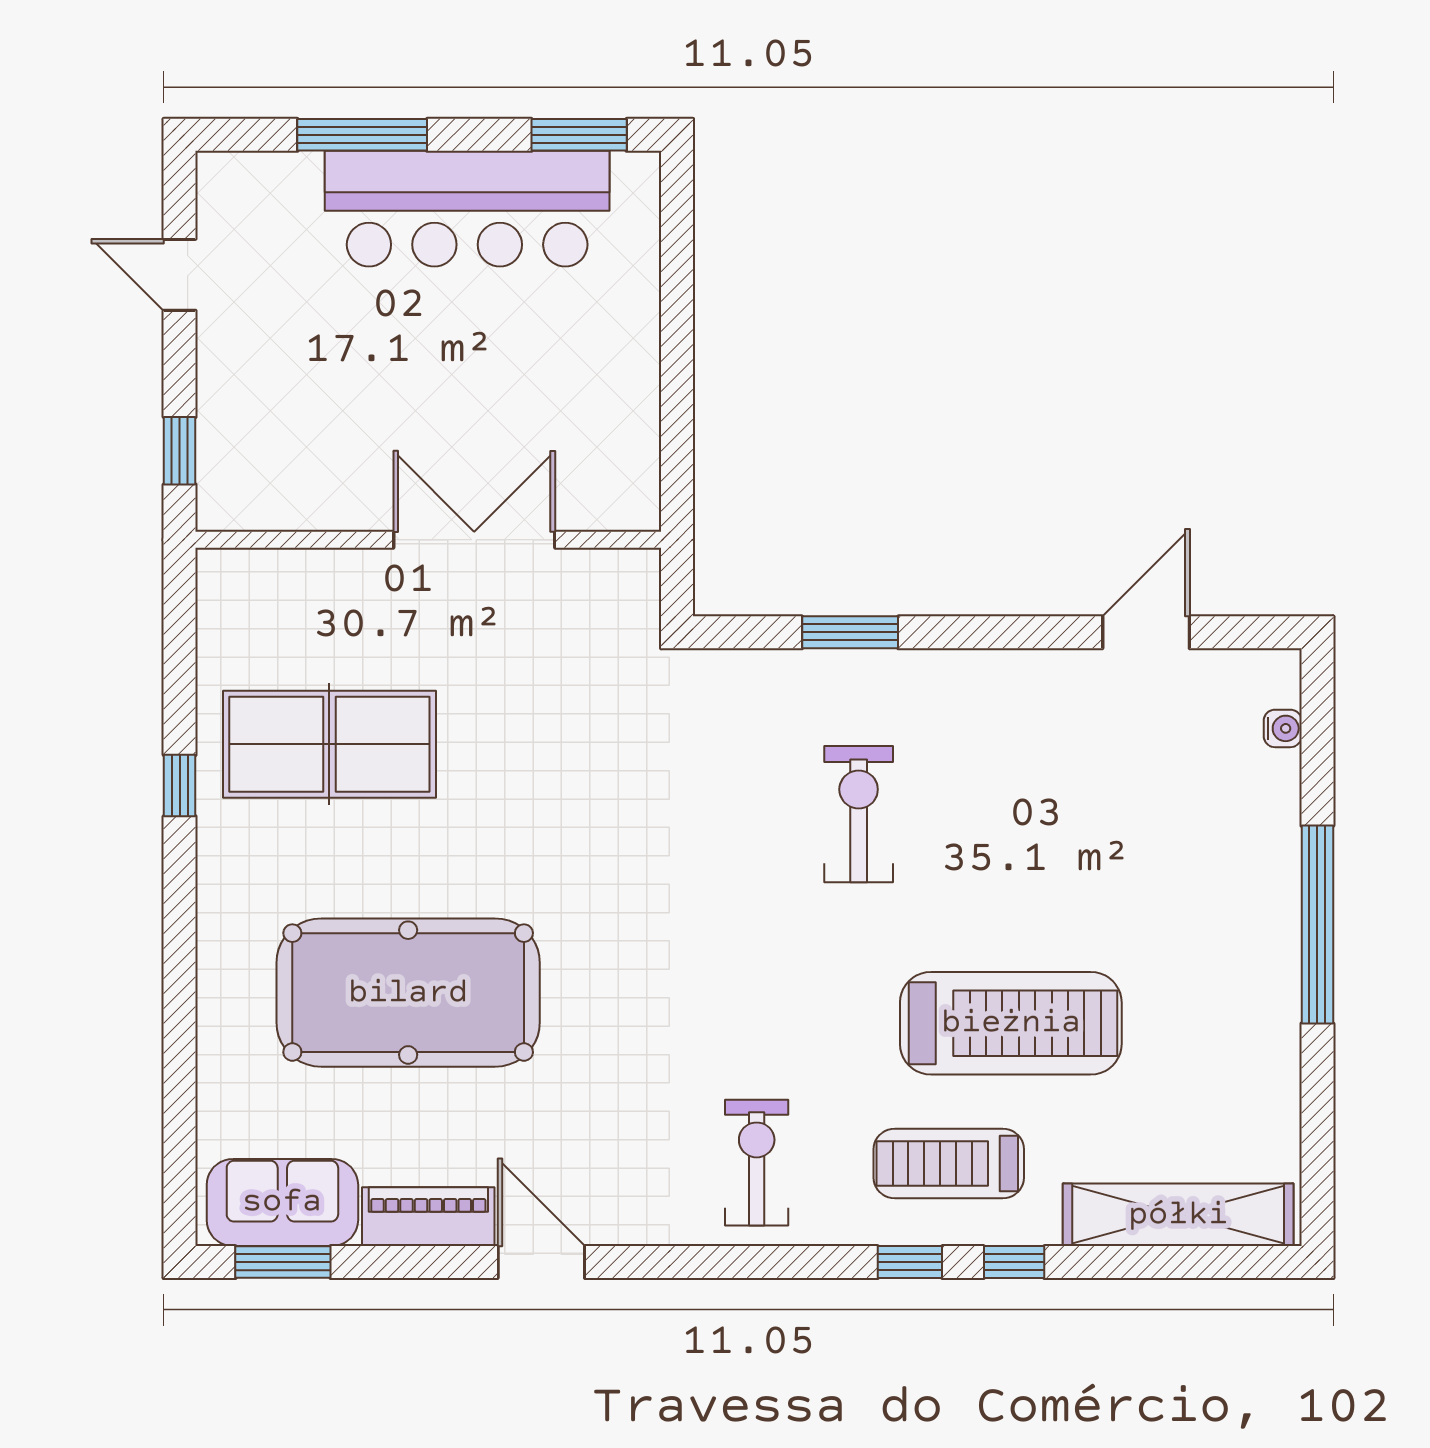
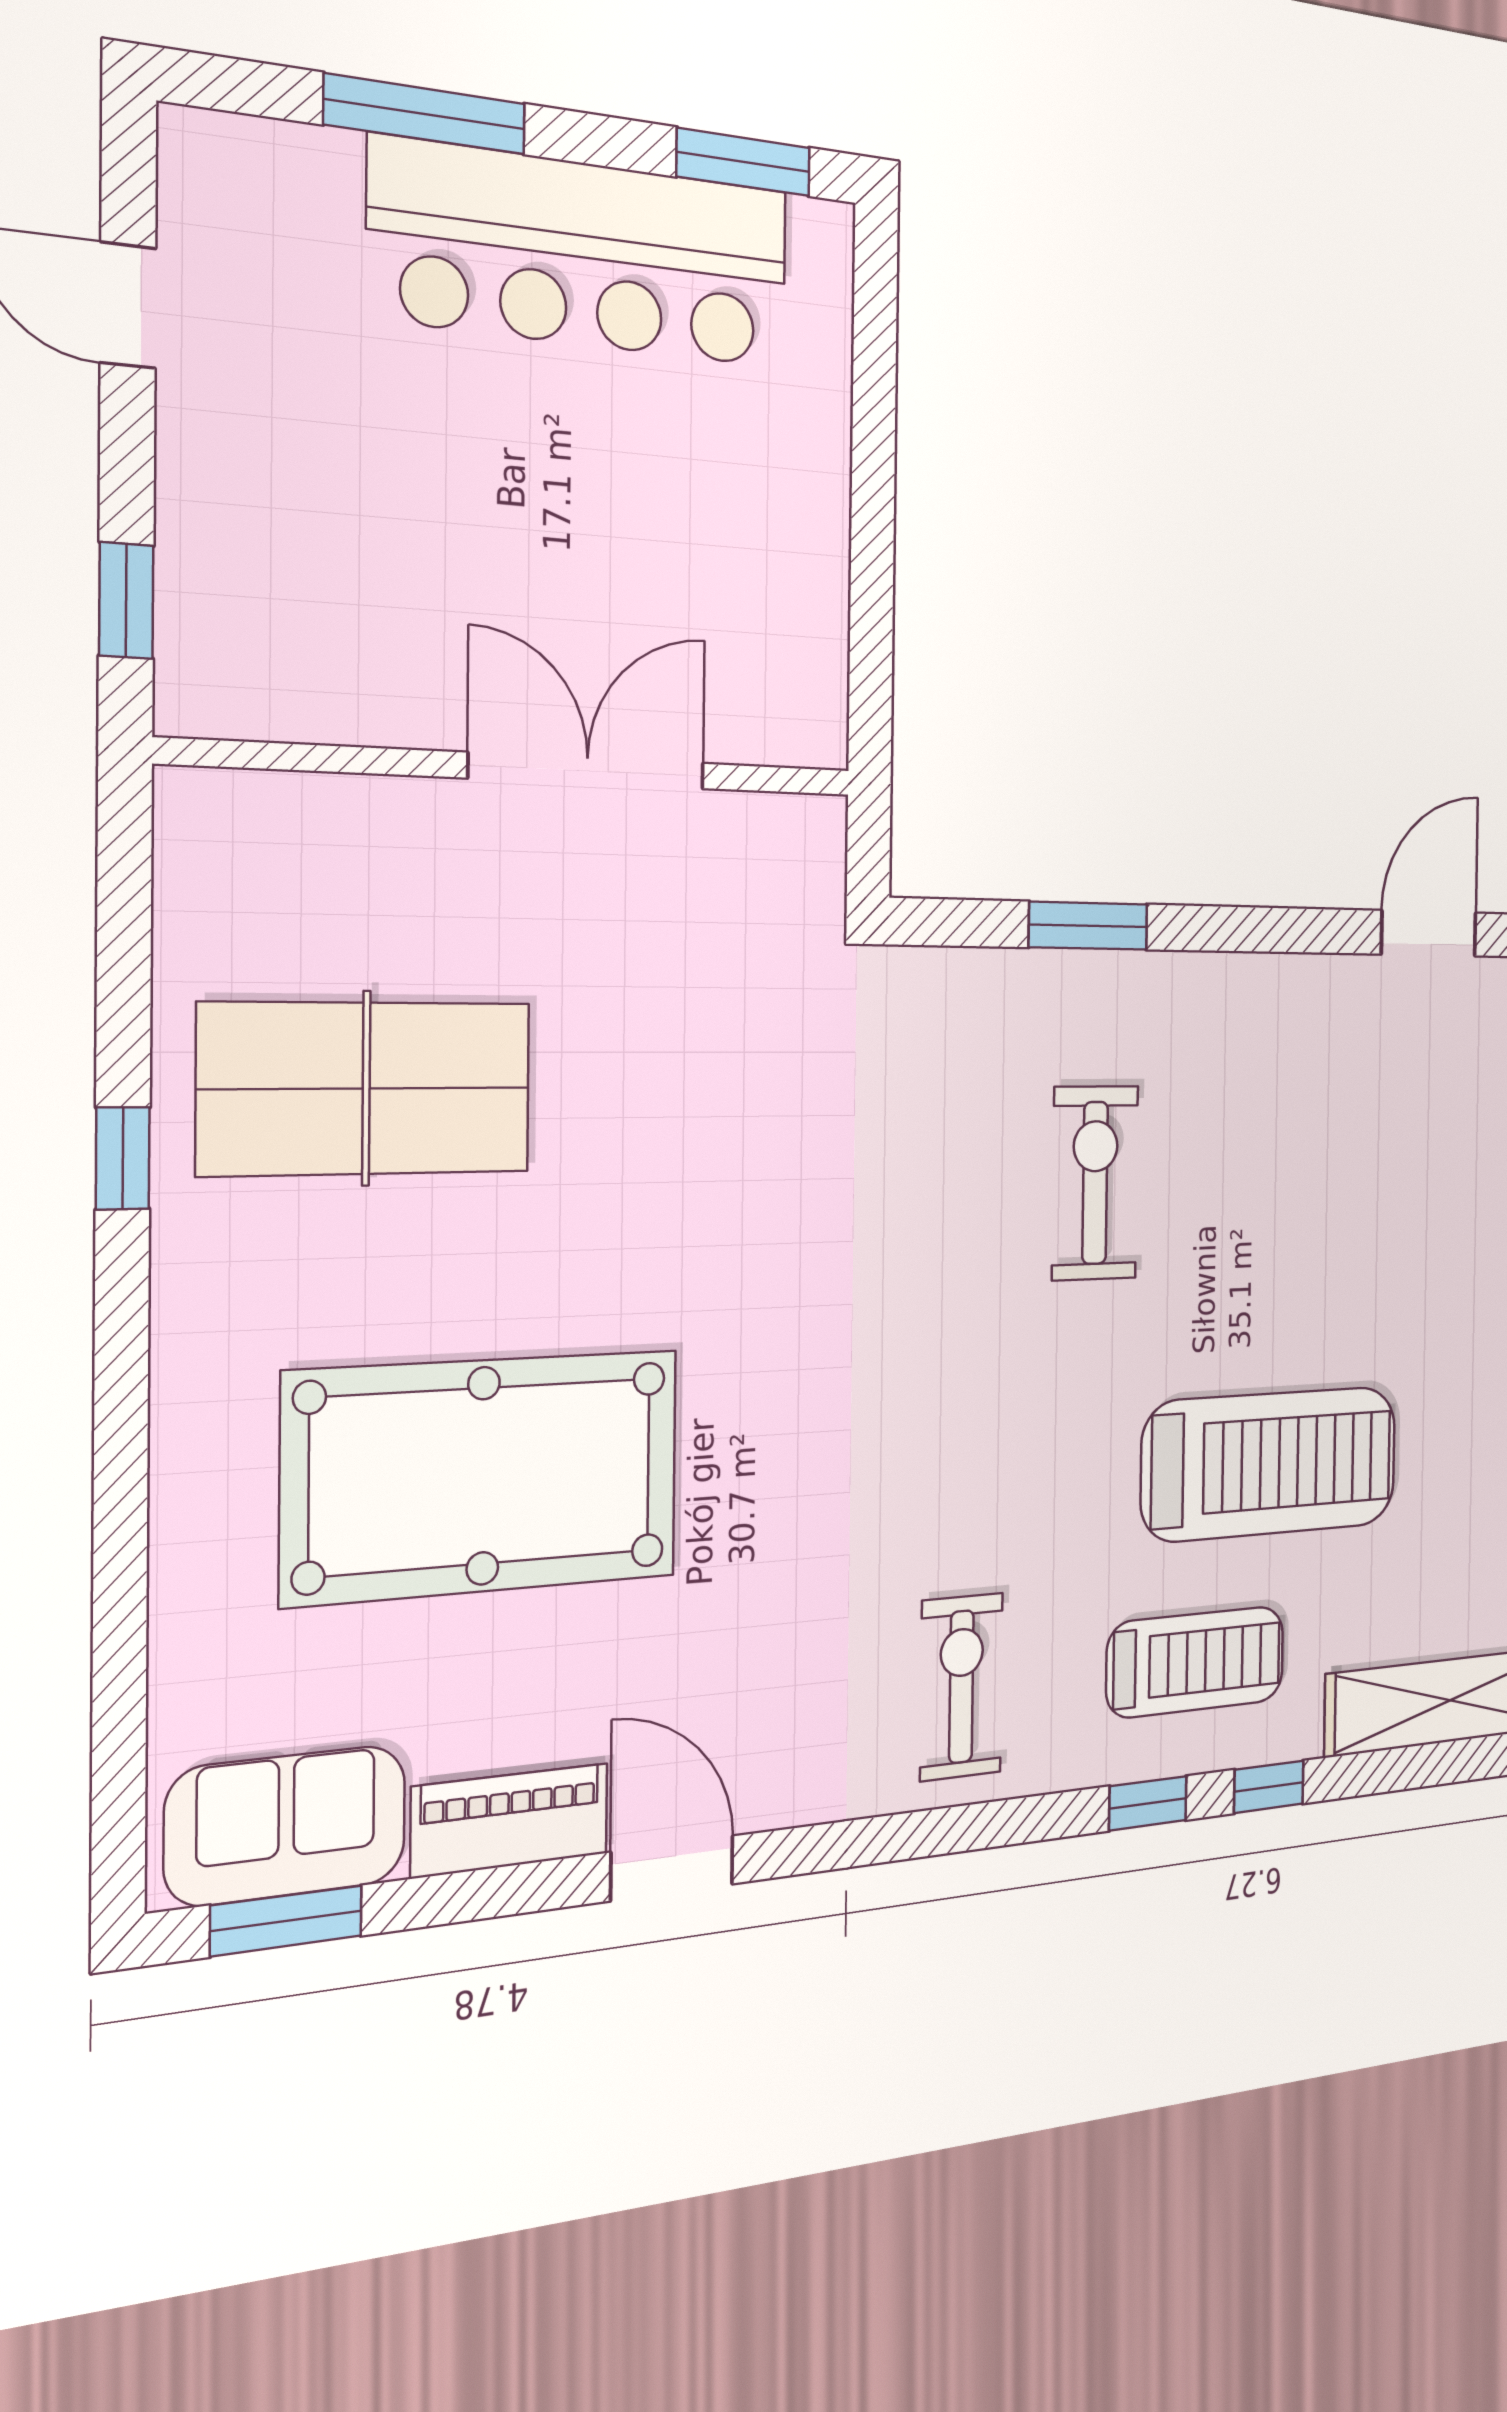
treadmill: (949, 1163) -> (1196, 1662), turned 180

